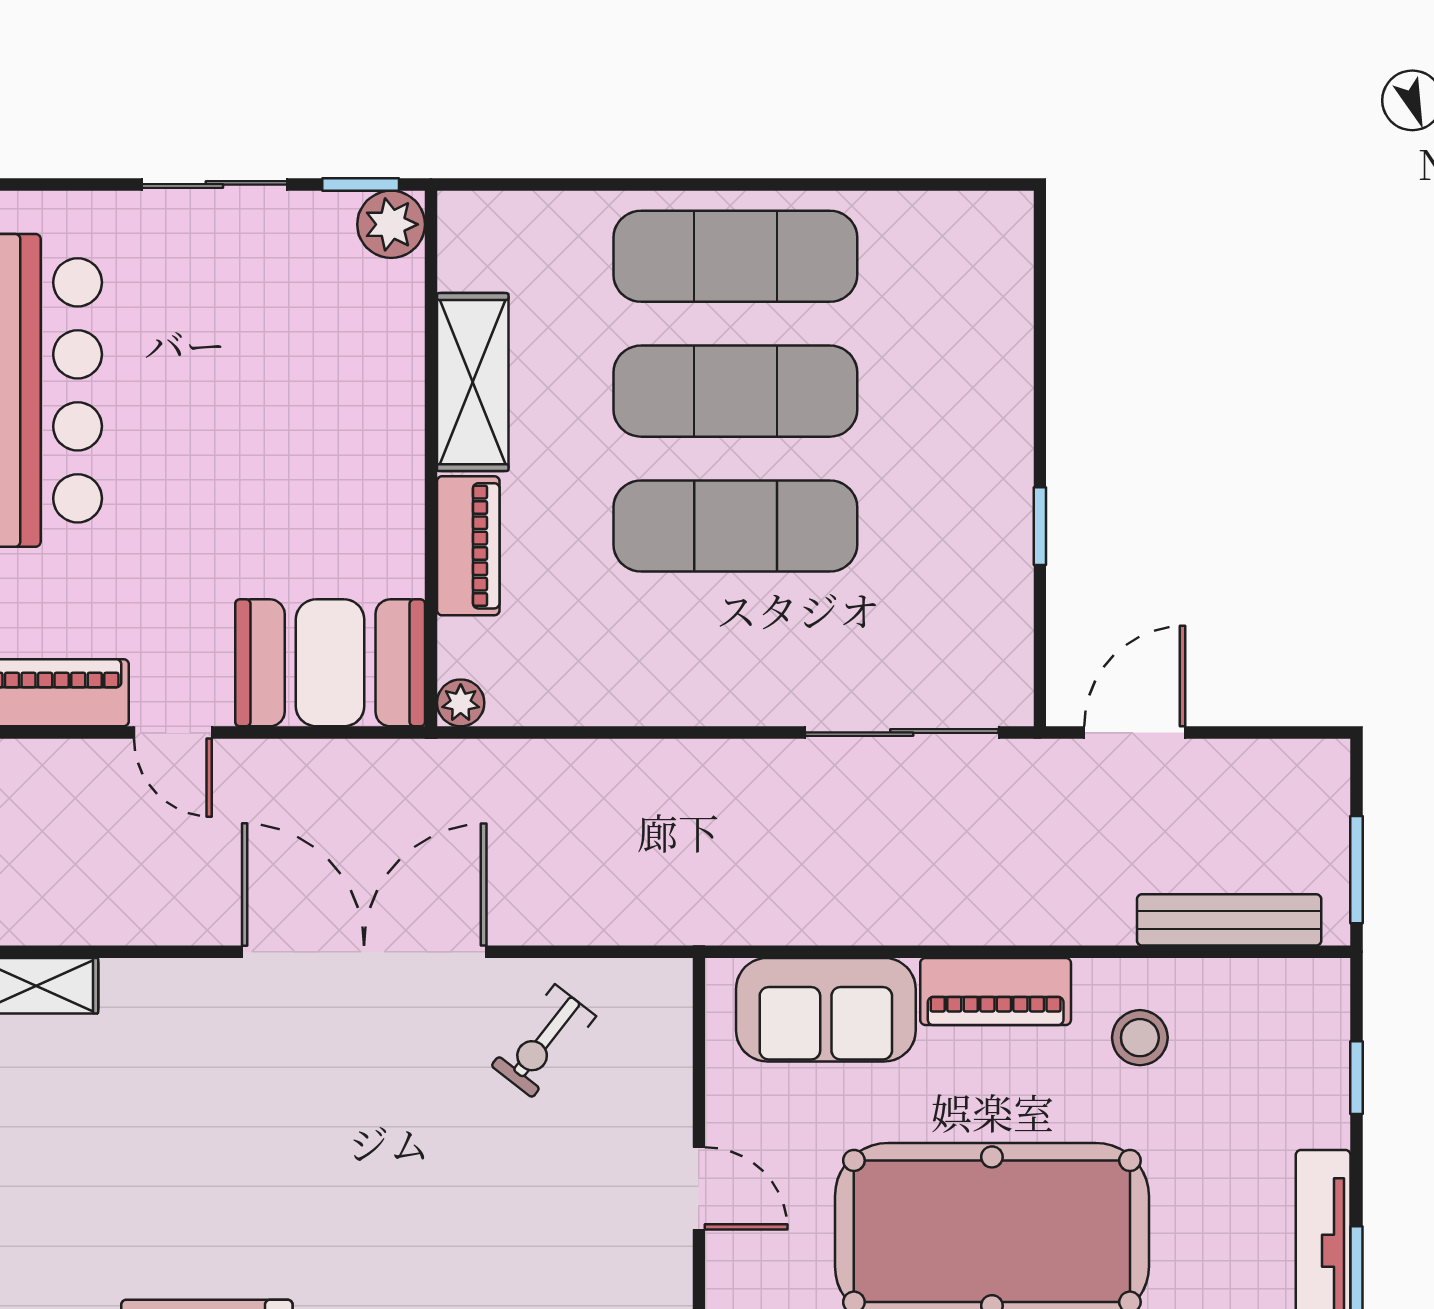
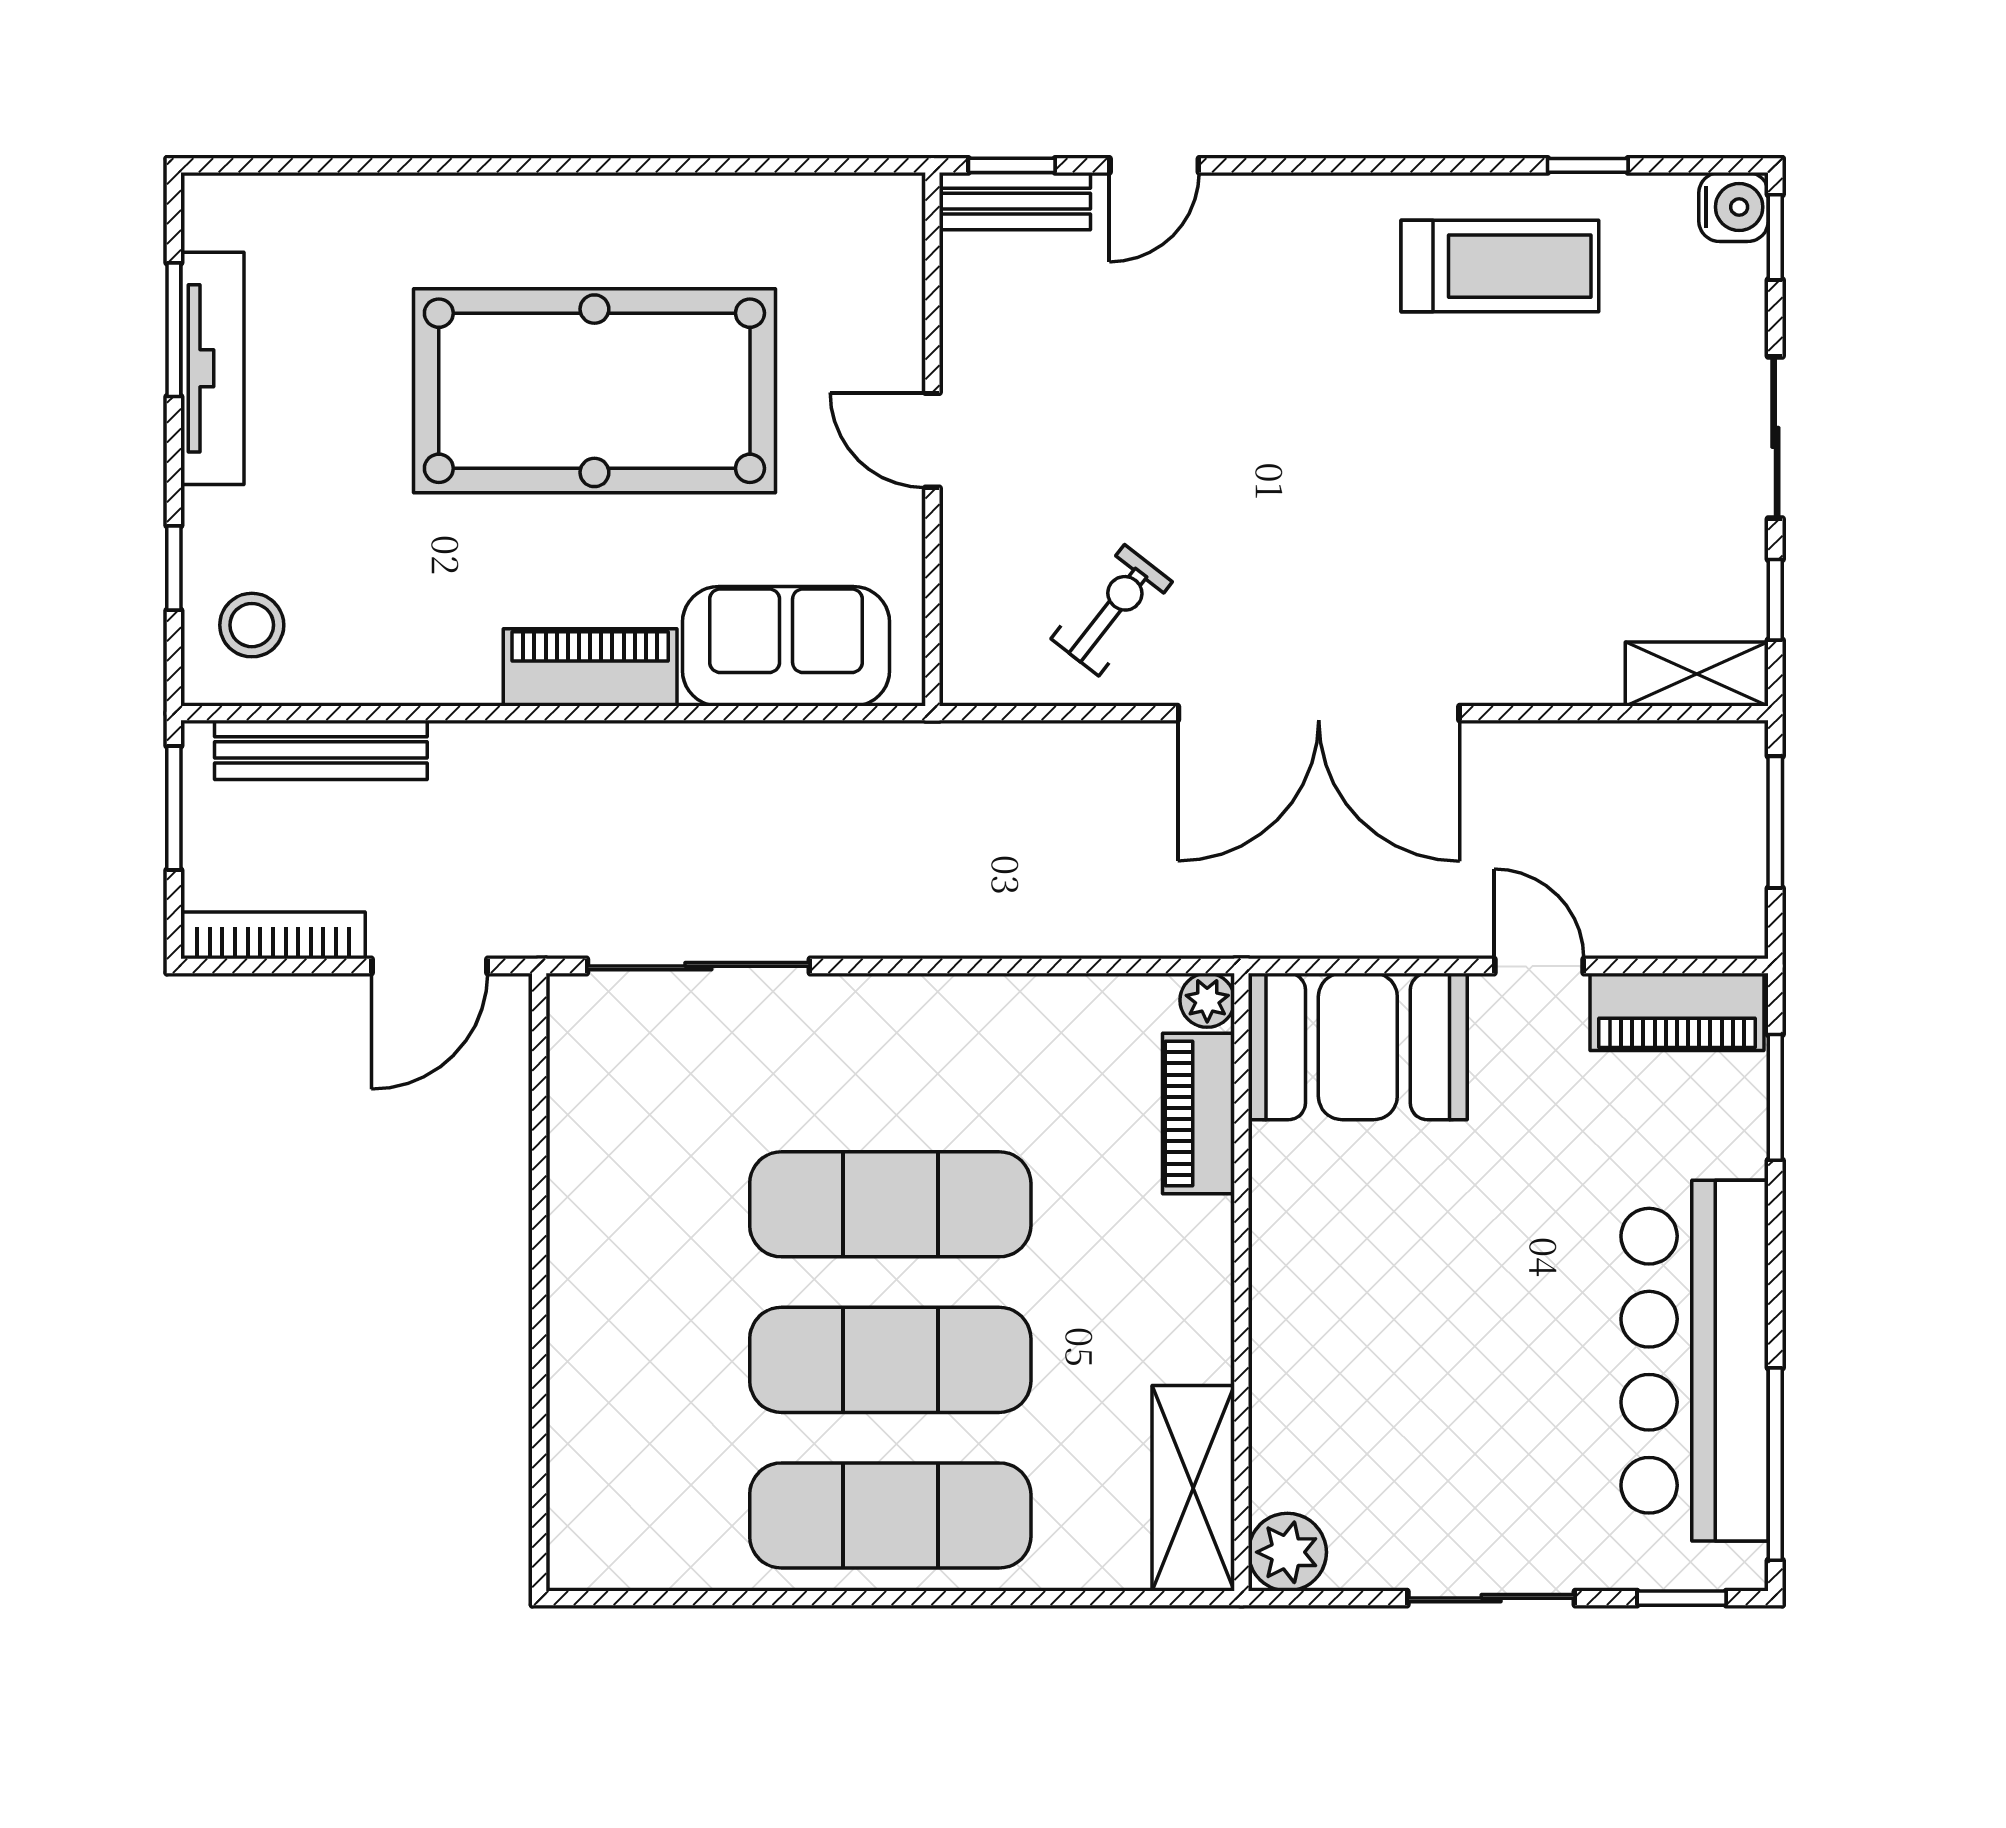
window: (361, 184) -> (1682, 1598), moved
shelving: (473, 382) -> (1193, 1488), moved
window: (1040, 526) -> (539, 1204), removed
piano: (468, 546) -> (1198, 1113), moved
bookcase: (1271, 759) -> (273, 935), added
stool: (1140, 1038) -> (252, 625), moved

